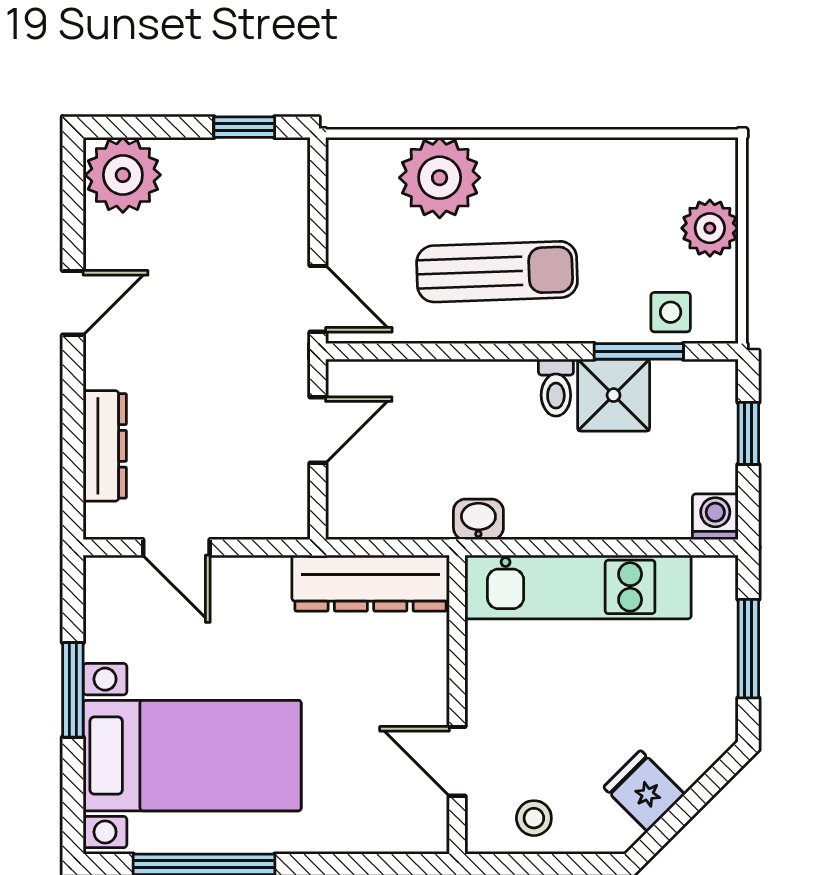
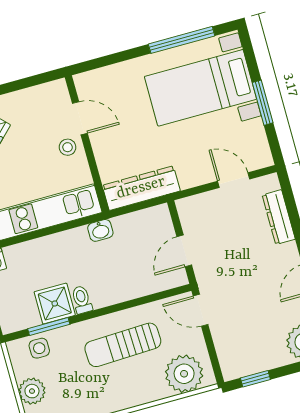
plant: (440, 178) -> (184, 374), moved
stool: (534, 818) -> (68, 147), moved

